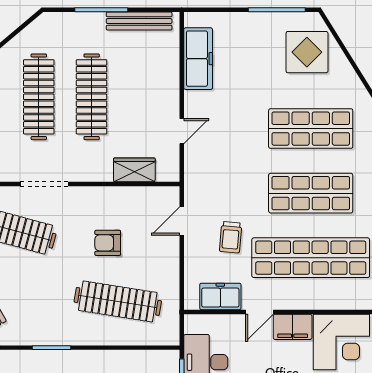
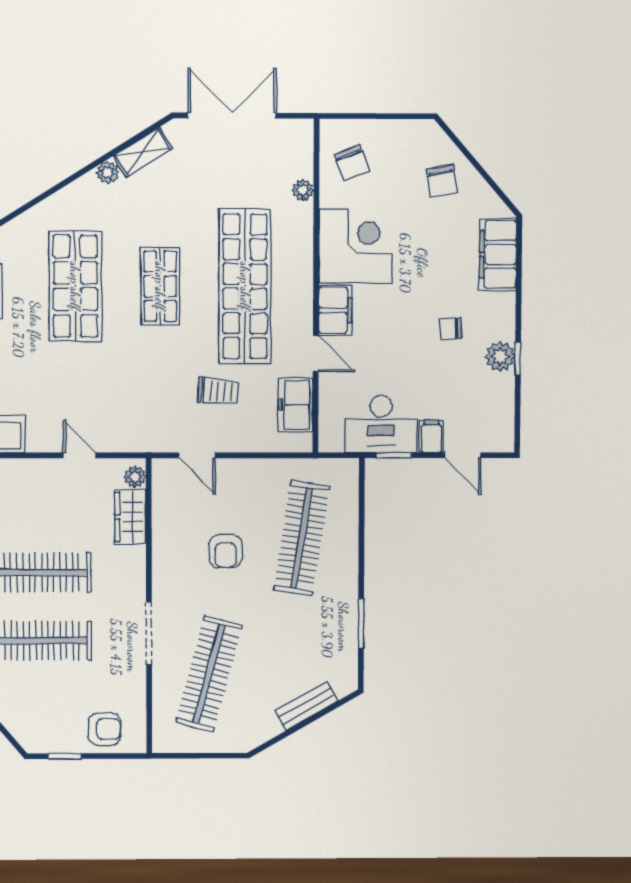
plant: (165, 173) -> (135, 477), added
shop shelf: (311, 193) -> (160, 286), width x0.70, depth x0.74

